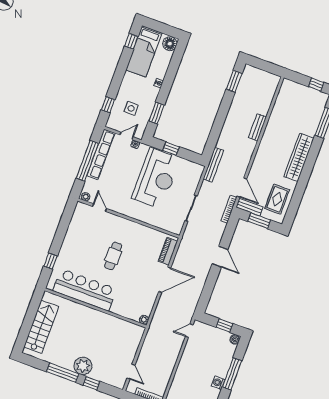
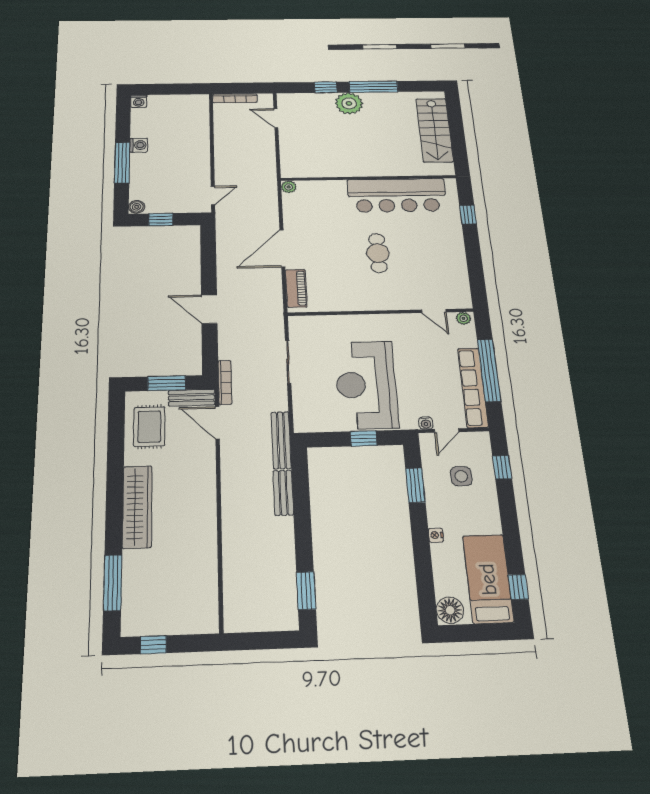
bench: (257, 127) -> (283, 493), moved

